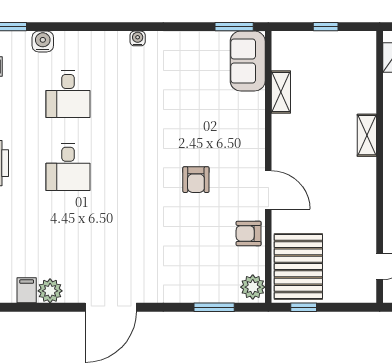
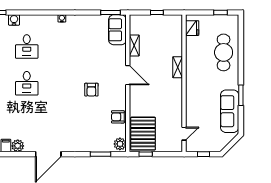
door: (268, 190) -> (128, 75), moved

